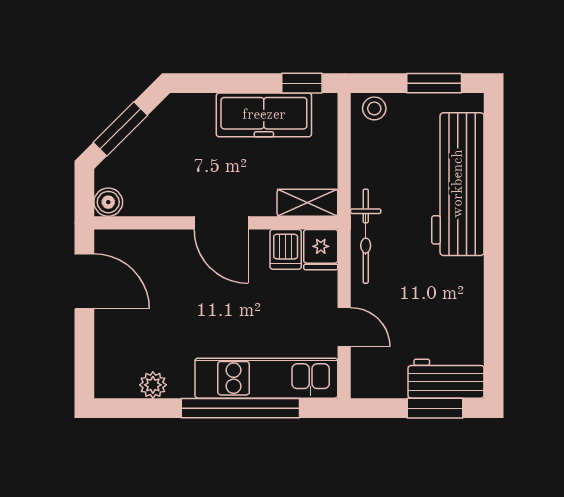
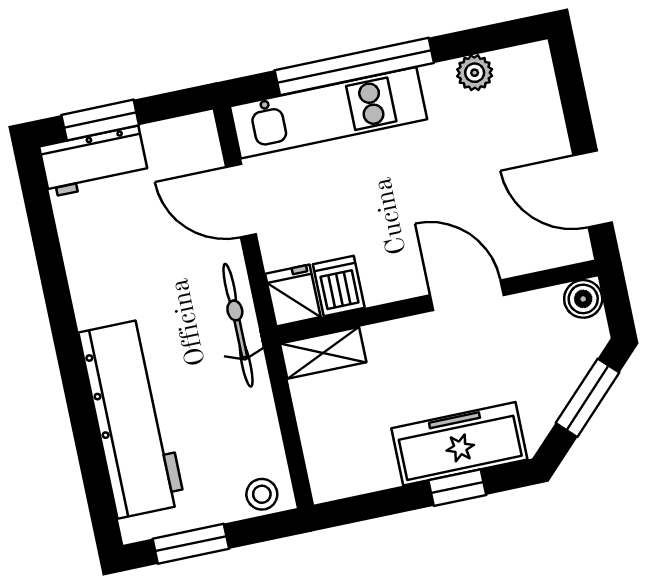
window: (302, 83) -> (457, 488), moved
freezer: (264, 115) -> (459, 444), moved
door: (221, 223) -> (467, 295), moved
door: (344, 327) -> (241, 201), width x1.38

